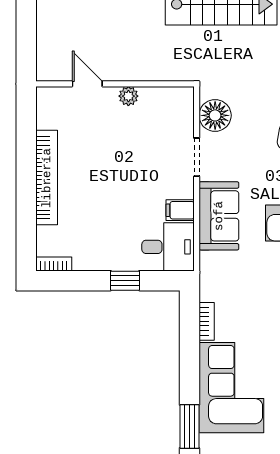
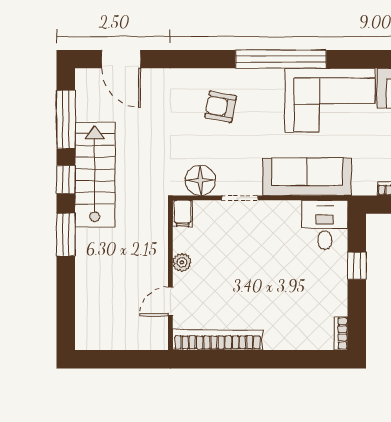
bookcase: (47, 178) -> (217, 340), moved
filing cabinet: (180, 210) -> (183, 213), moved
sofa: (219, 216) -> (307, 177), width x1.36

